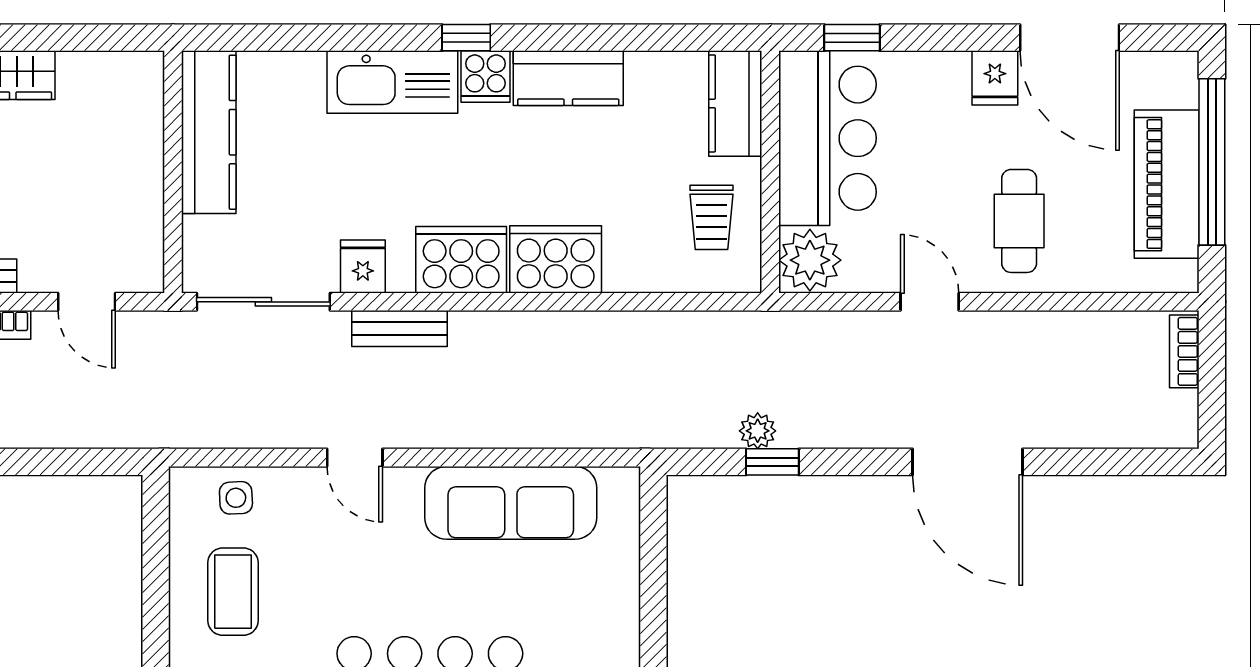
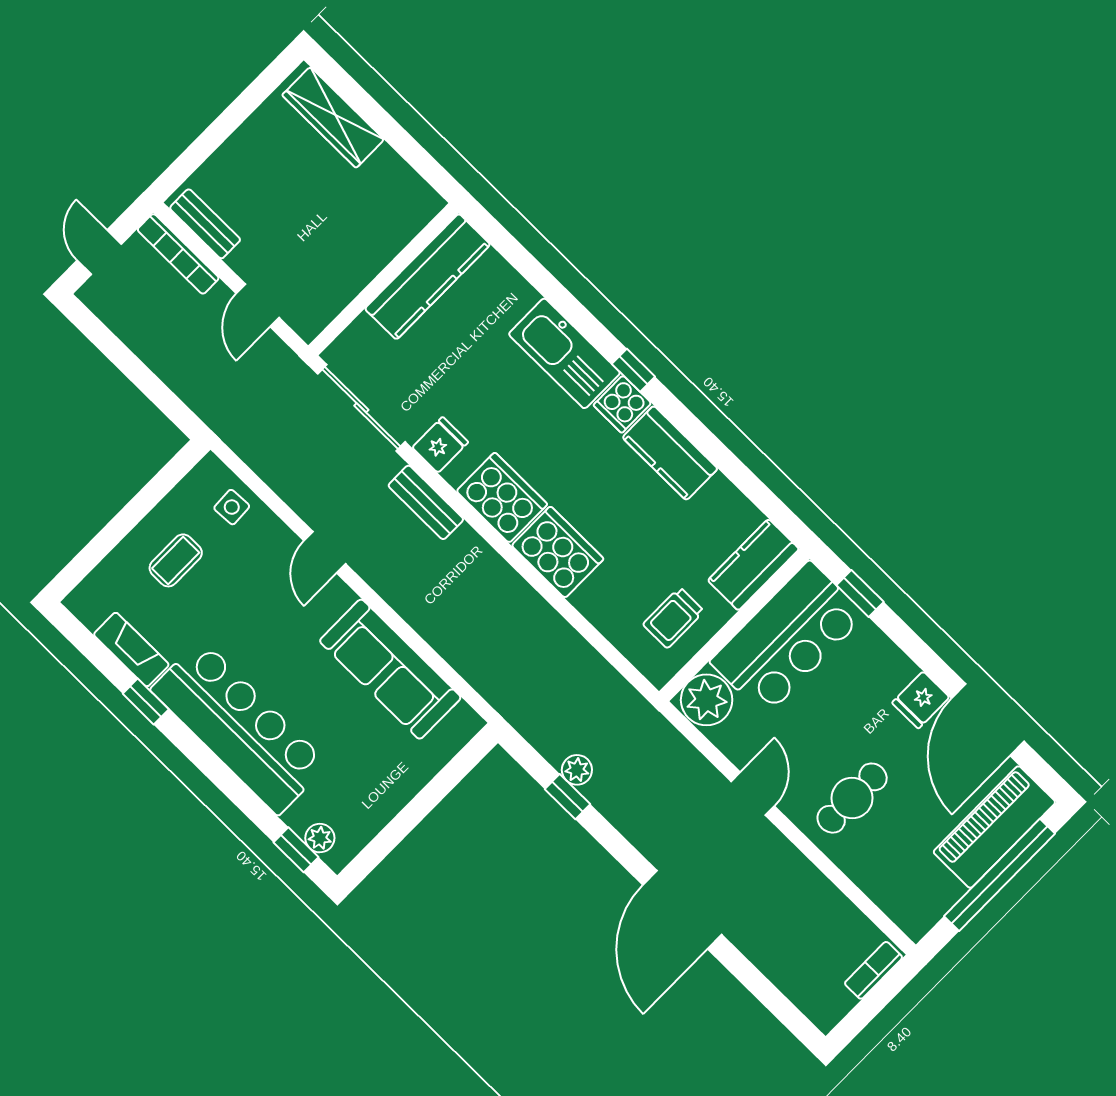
piano: (1167, 184) -> (994, 827), moved
coffee table: (233, 592) -> (176, 560), width x0.73, depth x0.77

